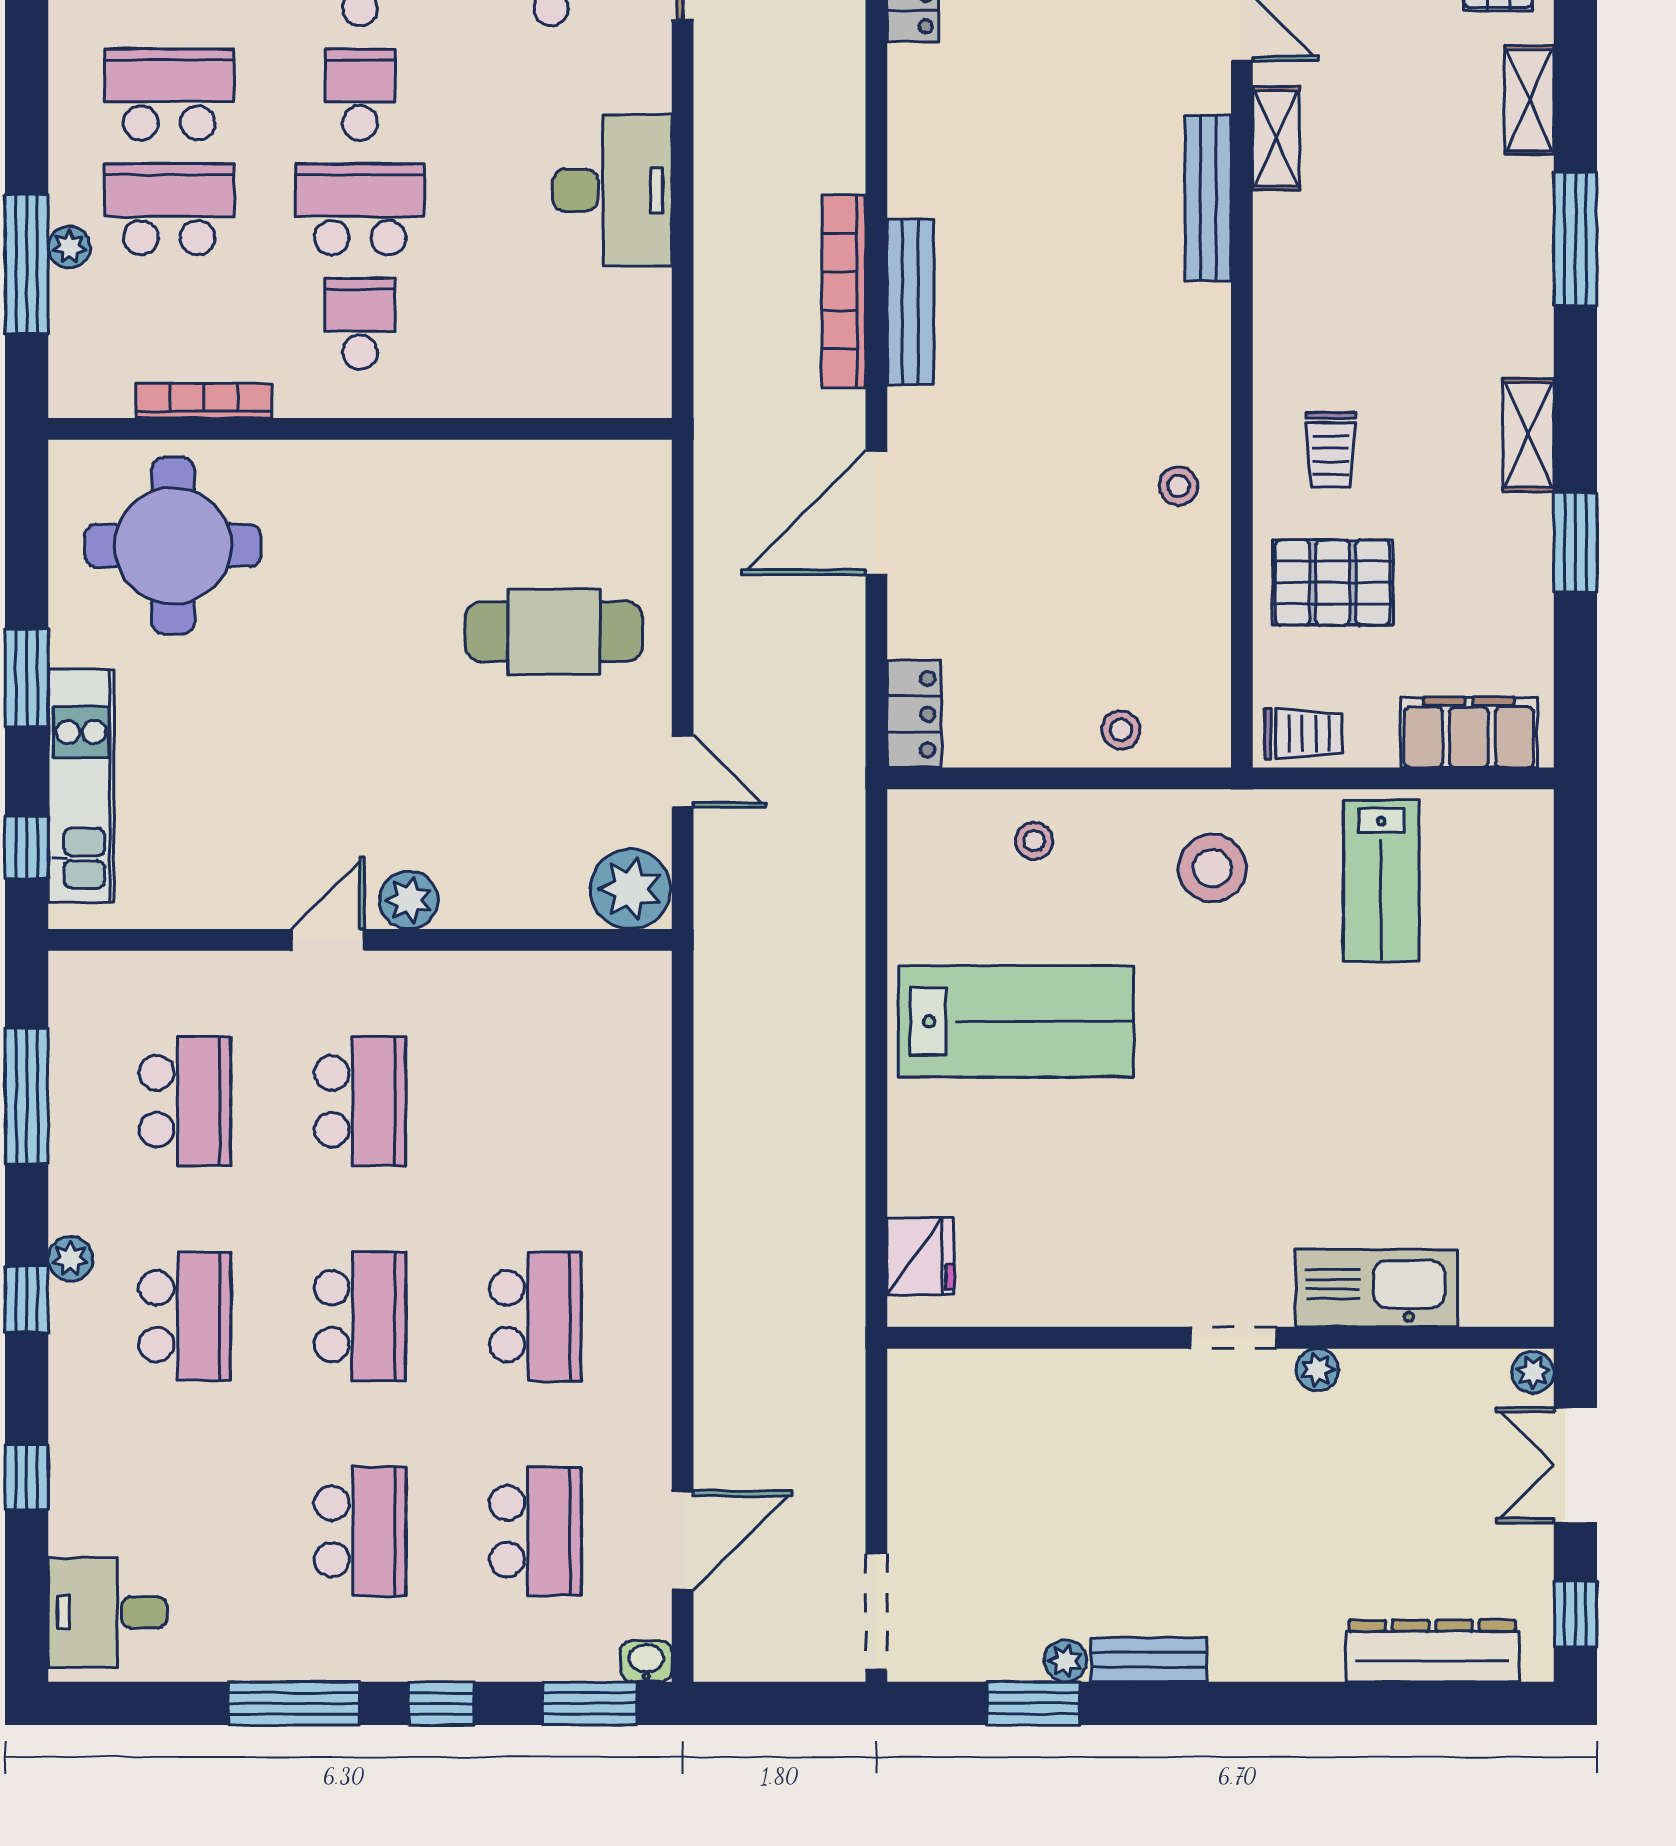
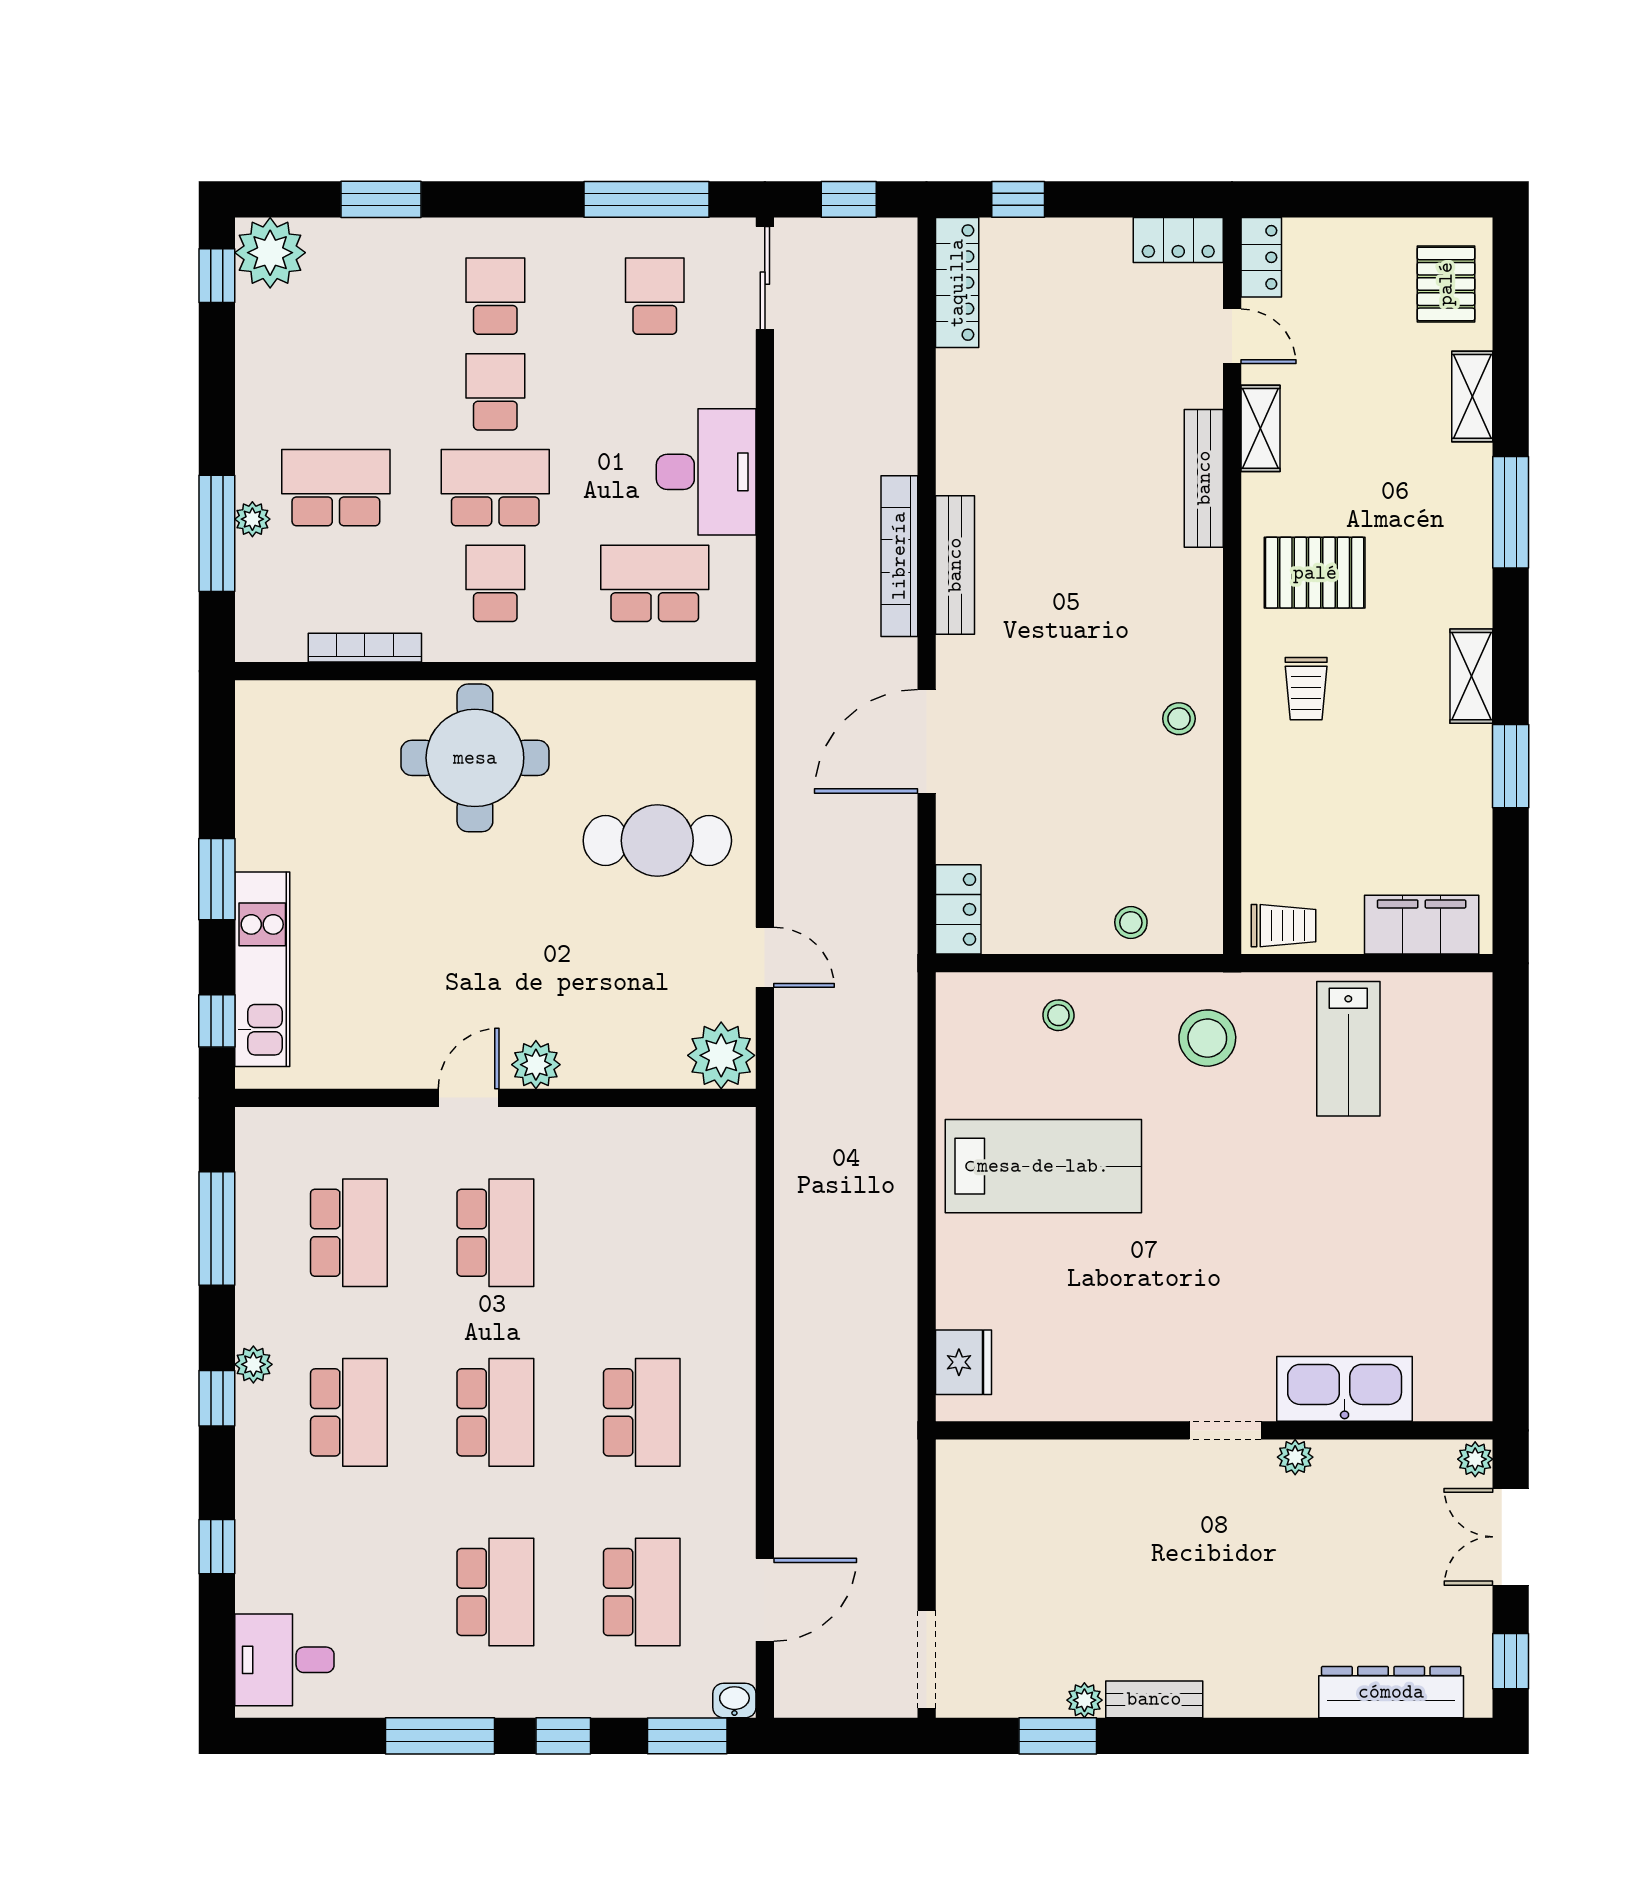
school desk: (169, 95) -> (655, 583), moved
round table: (173, 546) -> (475, 758), moved
pallet: (1333, 583) -> (1315, 573), moved

